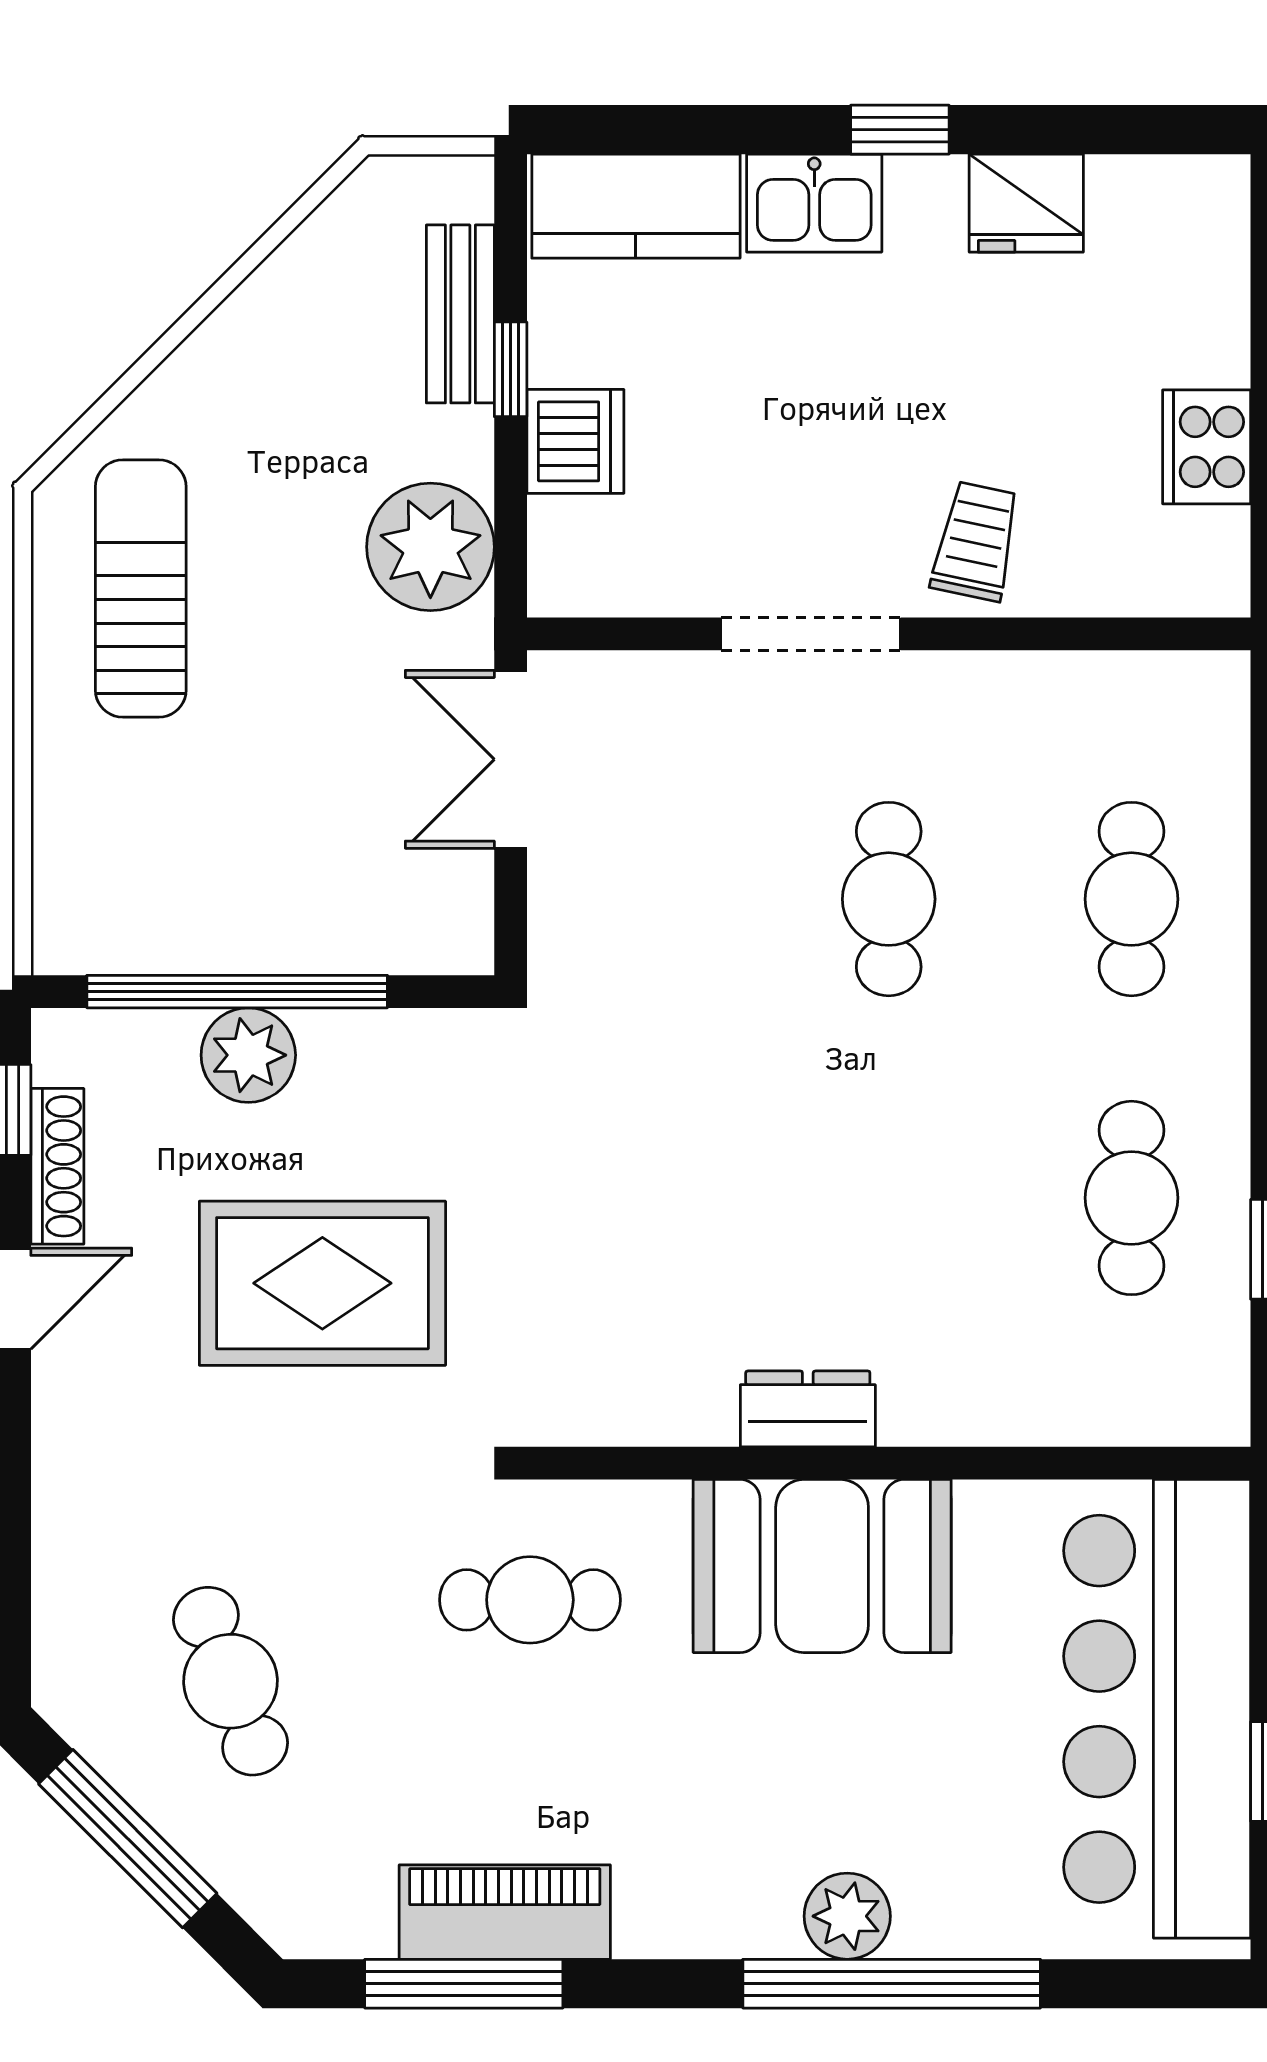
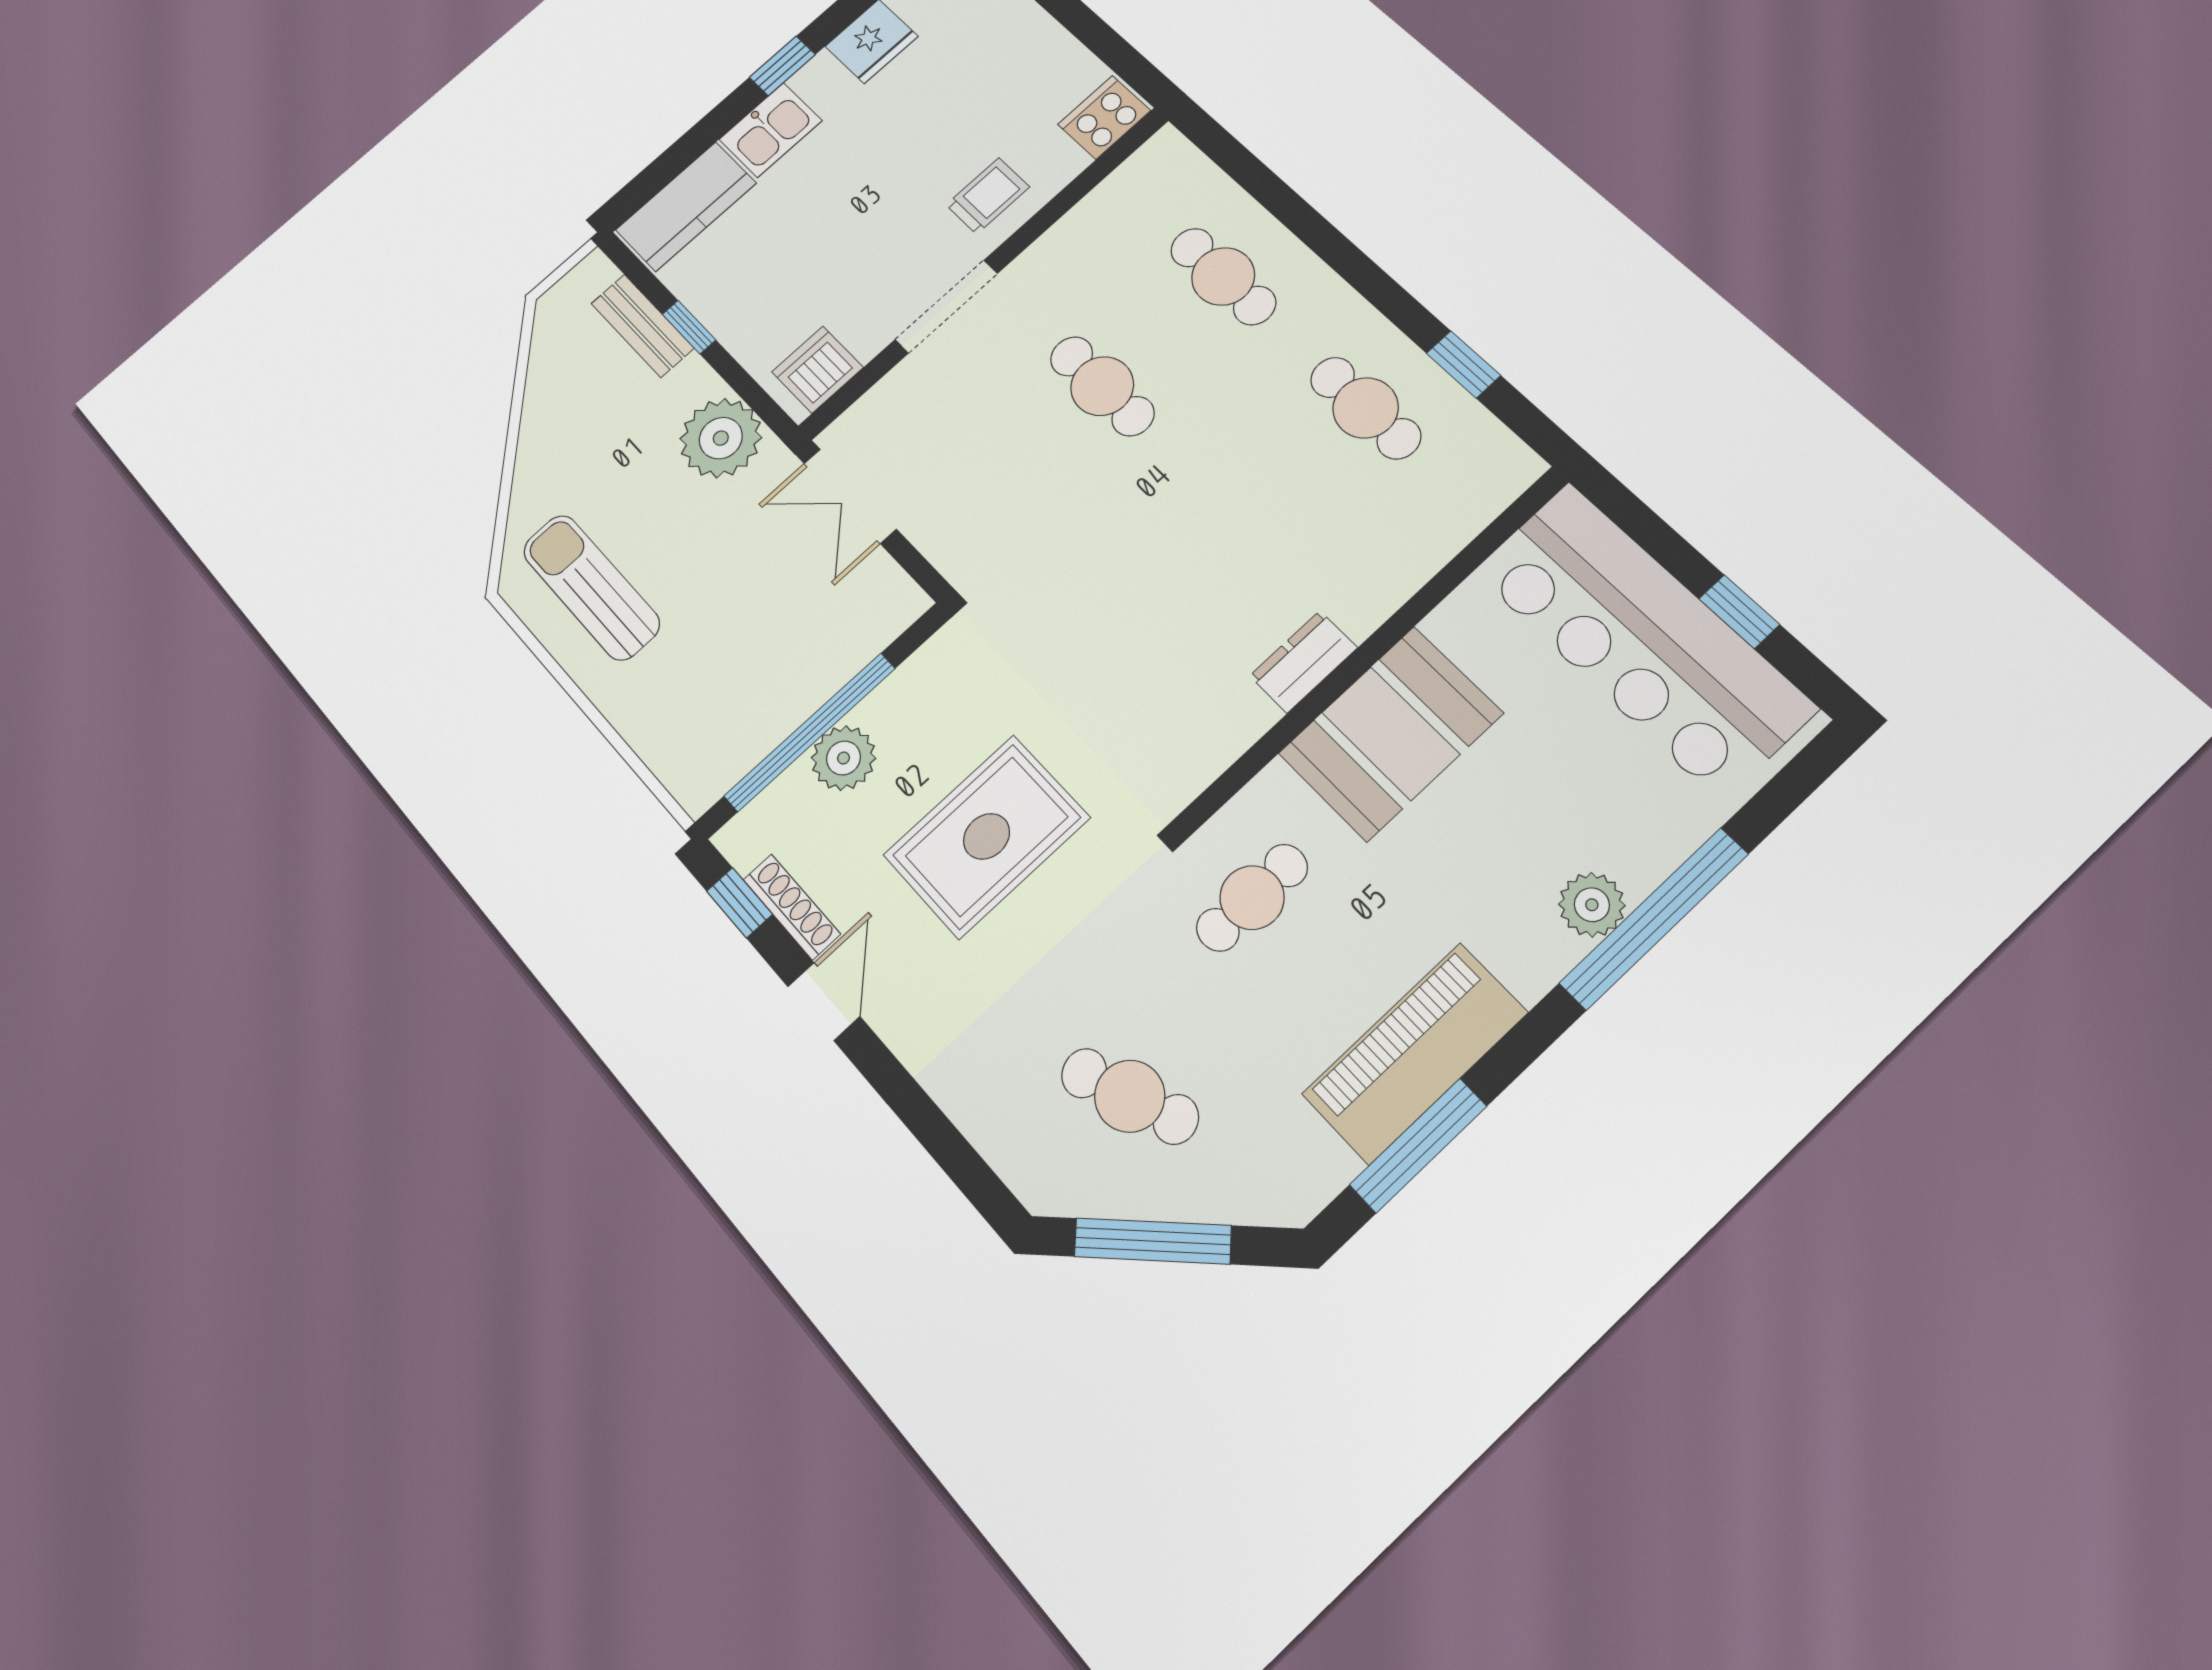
dishwasher: (575, 441) -> (817, 370), moved, turned -90
cooker: (1207, 447) -> (1104, 117), moved, turned 90
trolley: (976, 541) -> (988, 196), turned 78
piano: (505, 1912) -> (1415, 1053), width x1.37, depth x1.33

